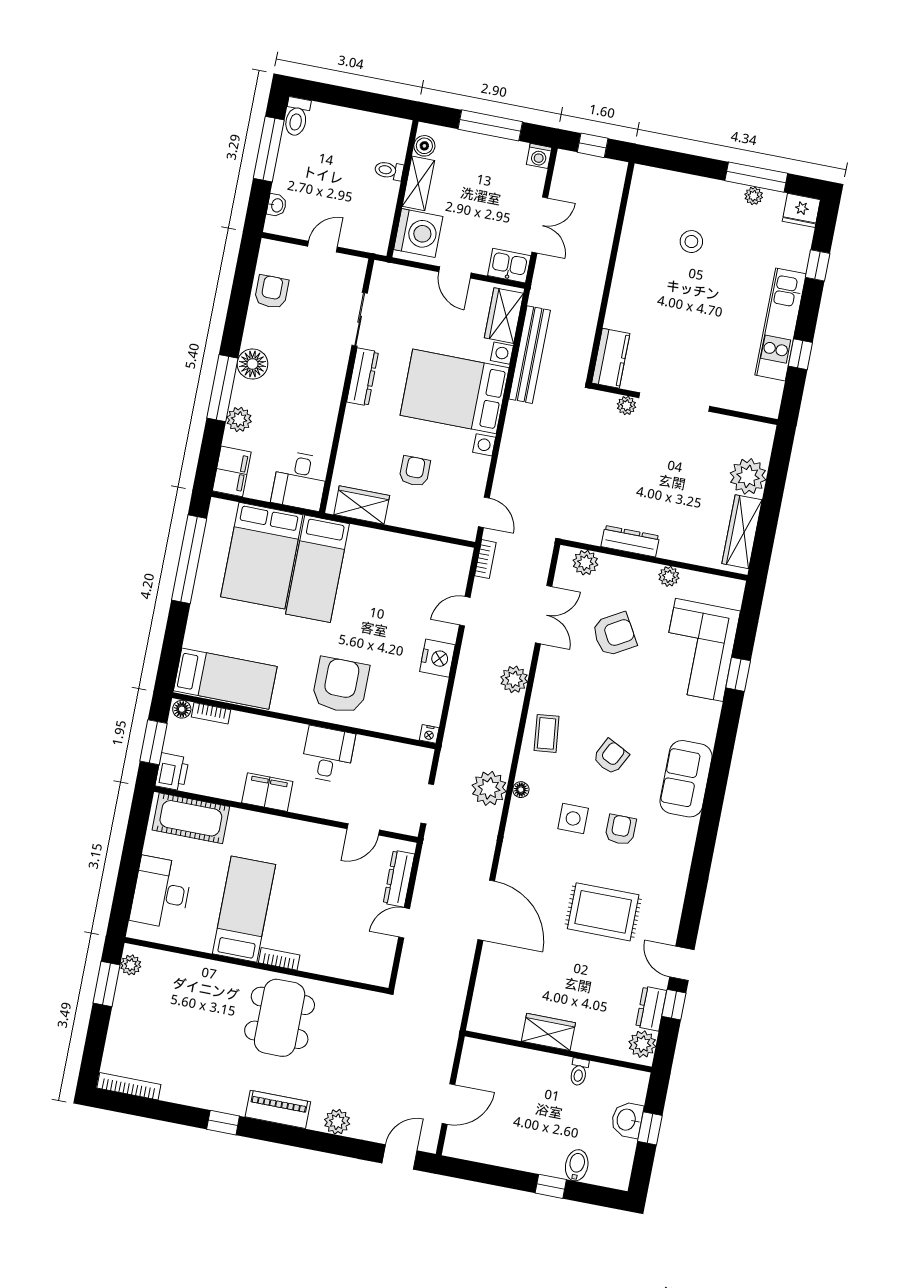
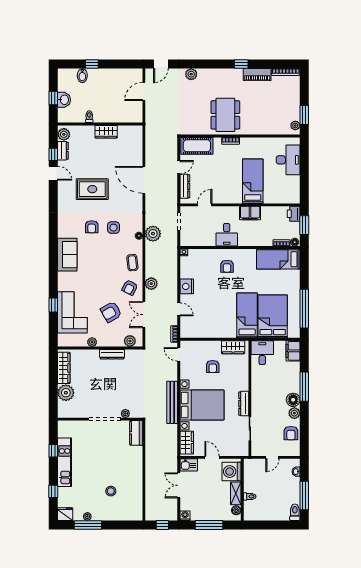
bench: (530, 355) -> (172, 402), moved
plant: (239, 419) -> (294, 413), moved
door: (465, 611) -> (179, 309), hinge flipped
armchair: (341, 685) -> (227, 266), width x0.53, depth x0.53
armchair: (611, 757) -> (130, 288), moved
cot: (191, 818) -> (197, 146), moved
bed: (244, 909) -> (253, 181), moved, turned 180
piano: (278, 1109) -> (257, 75), moved

